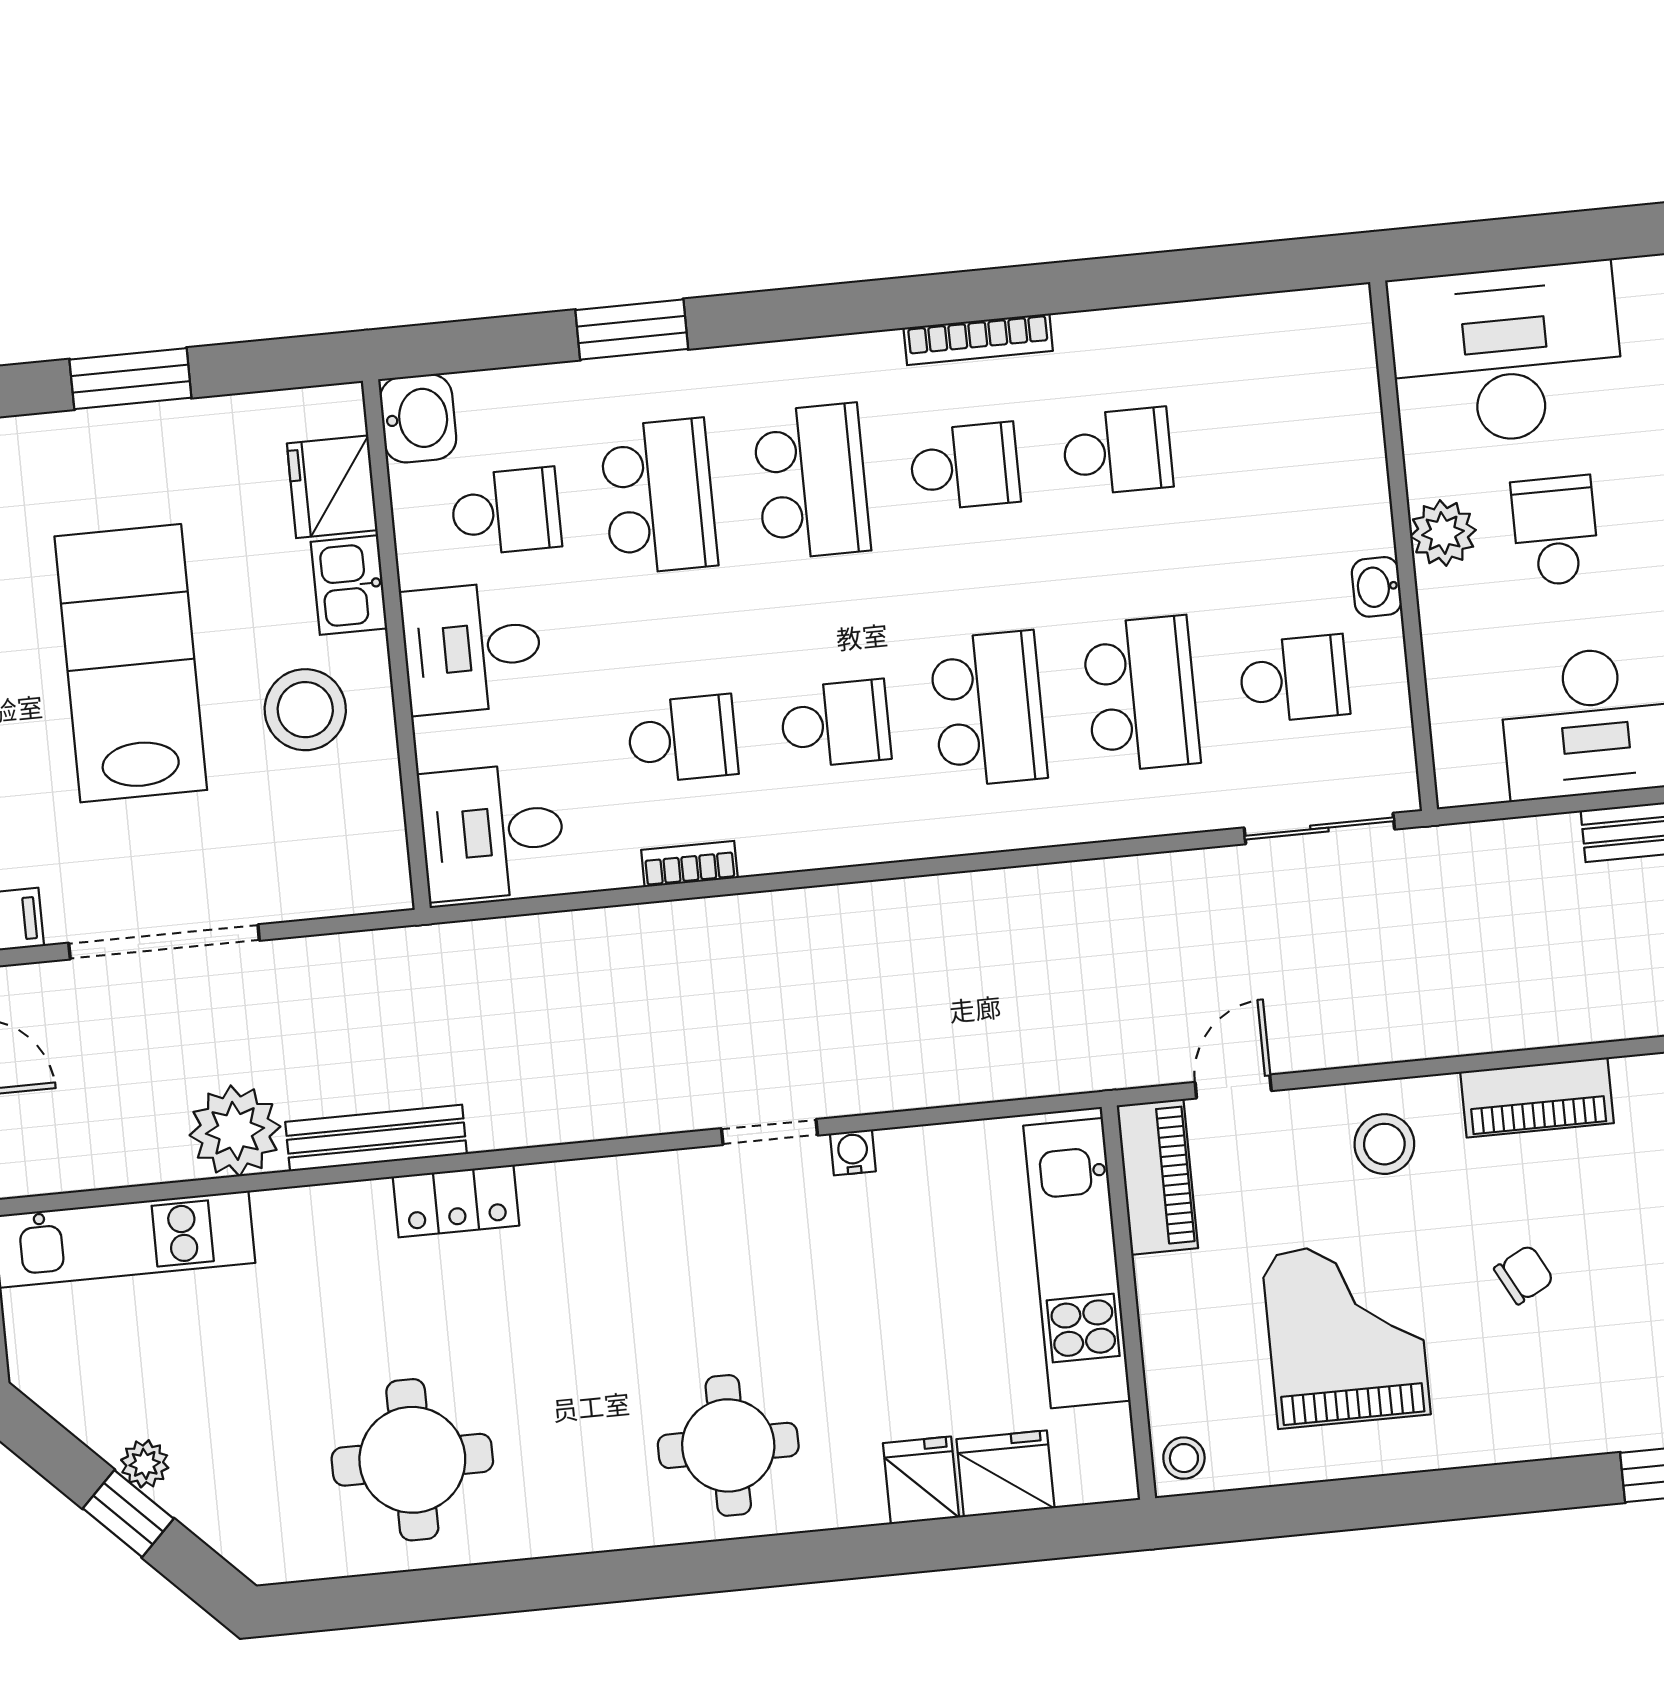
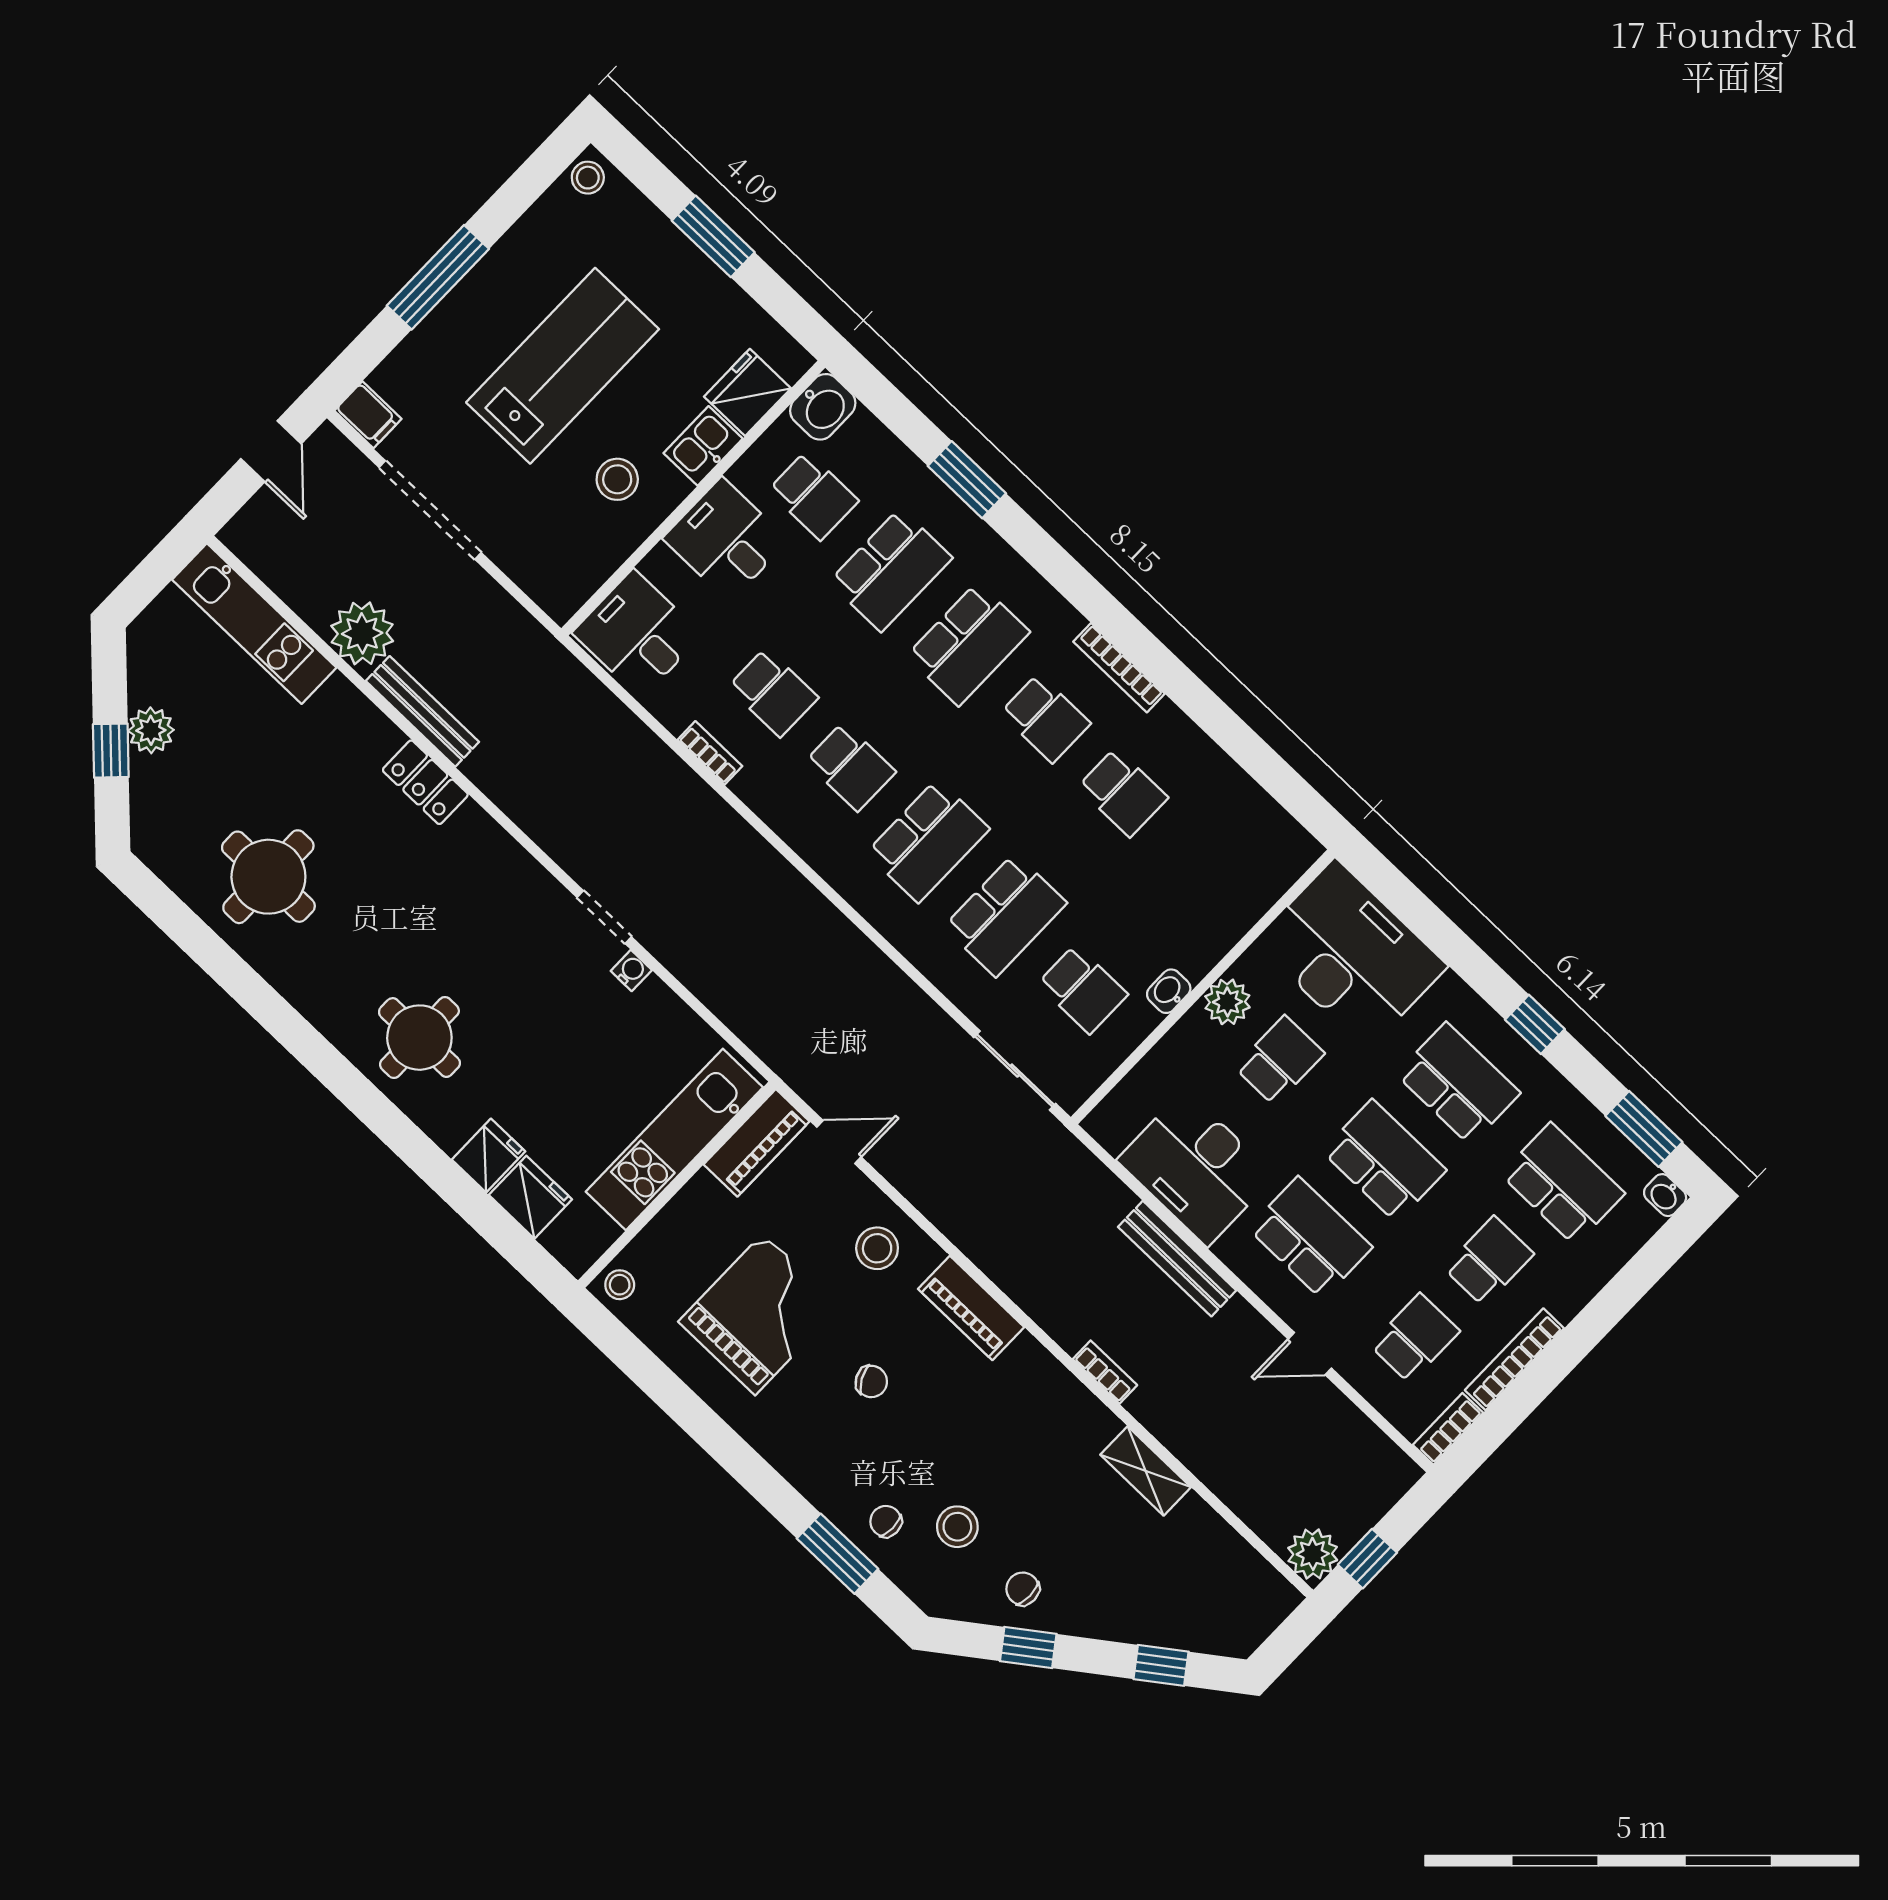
stool: (305, 710) -> (617, 479), width x0.73, depth x0.73
plant: (145, 1464) -> (151, 730), width x1.38, depth x1.38

